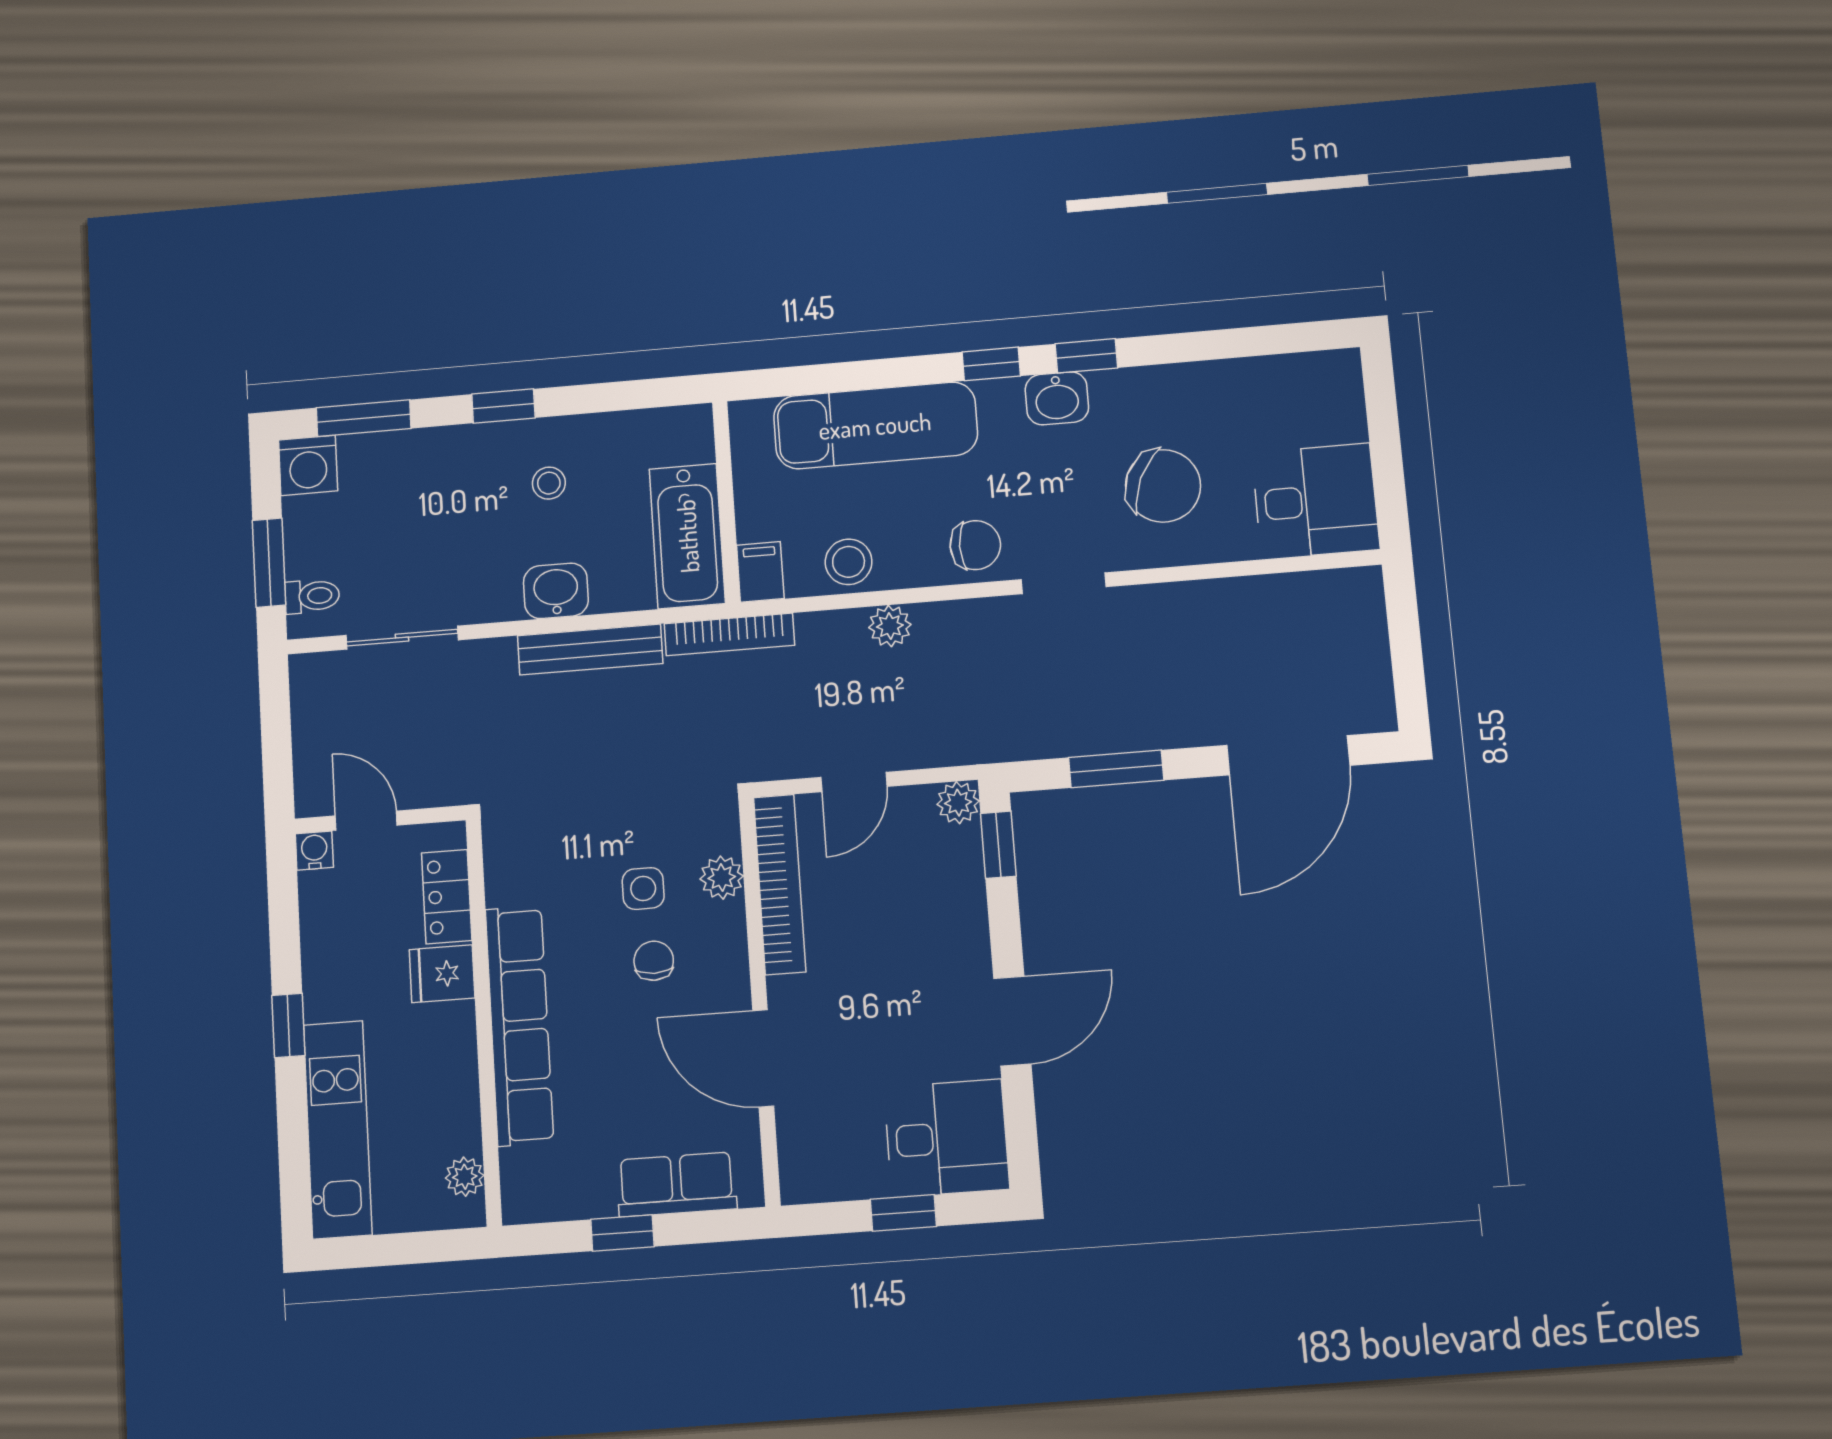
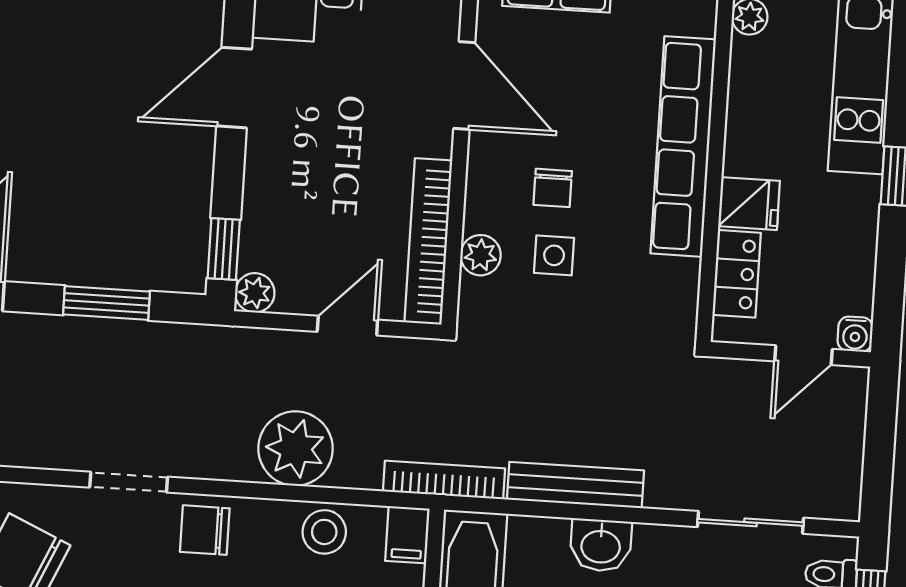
plant: (890, 626) -> (295, 449), width x1.88, depth x1.88
door: (366, 821) -> (804, 355), hinge flipped

